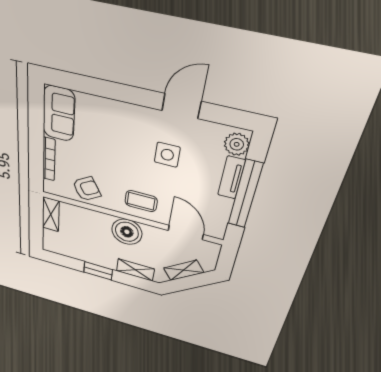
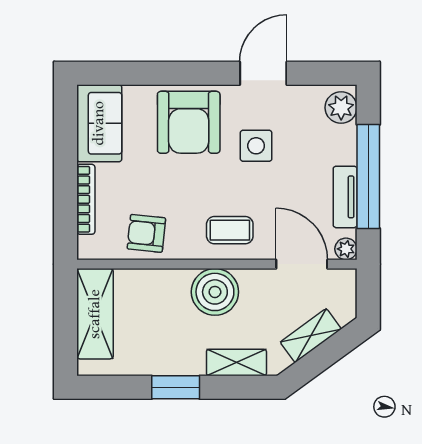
armchair: (121, 128) -> (189, 122), added
tv unit: (231, 178) -> (345, 197), moved
armchair: (87, 189) -> (146, 233), turned -143
shelving: (51, 214) -> (95, 314), width x1.50, depth x1.33
plant: (218, 232) -> (346, 249), added

